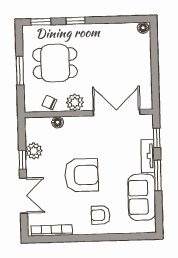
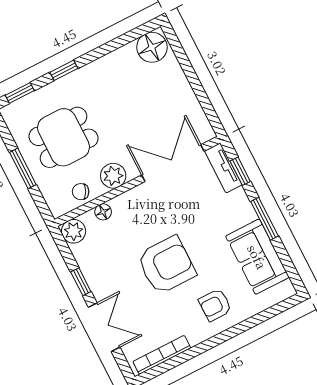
floor lamp: (143, 28) -> (152, 47), width x1.89, depth x1.89
plant: (34, 151) -> (74, 231), moved
tv unit: (148, 156) -> (223, 168), moved

